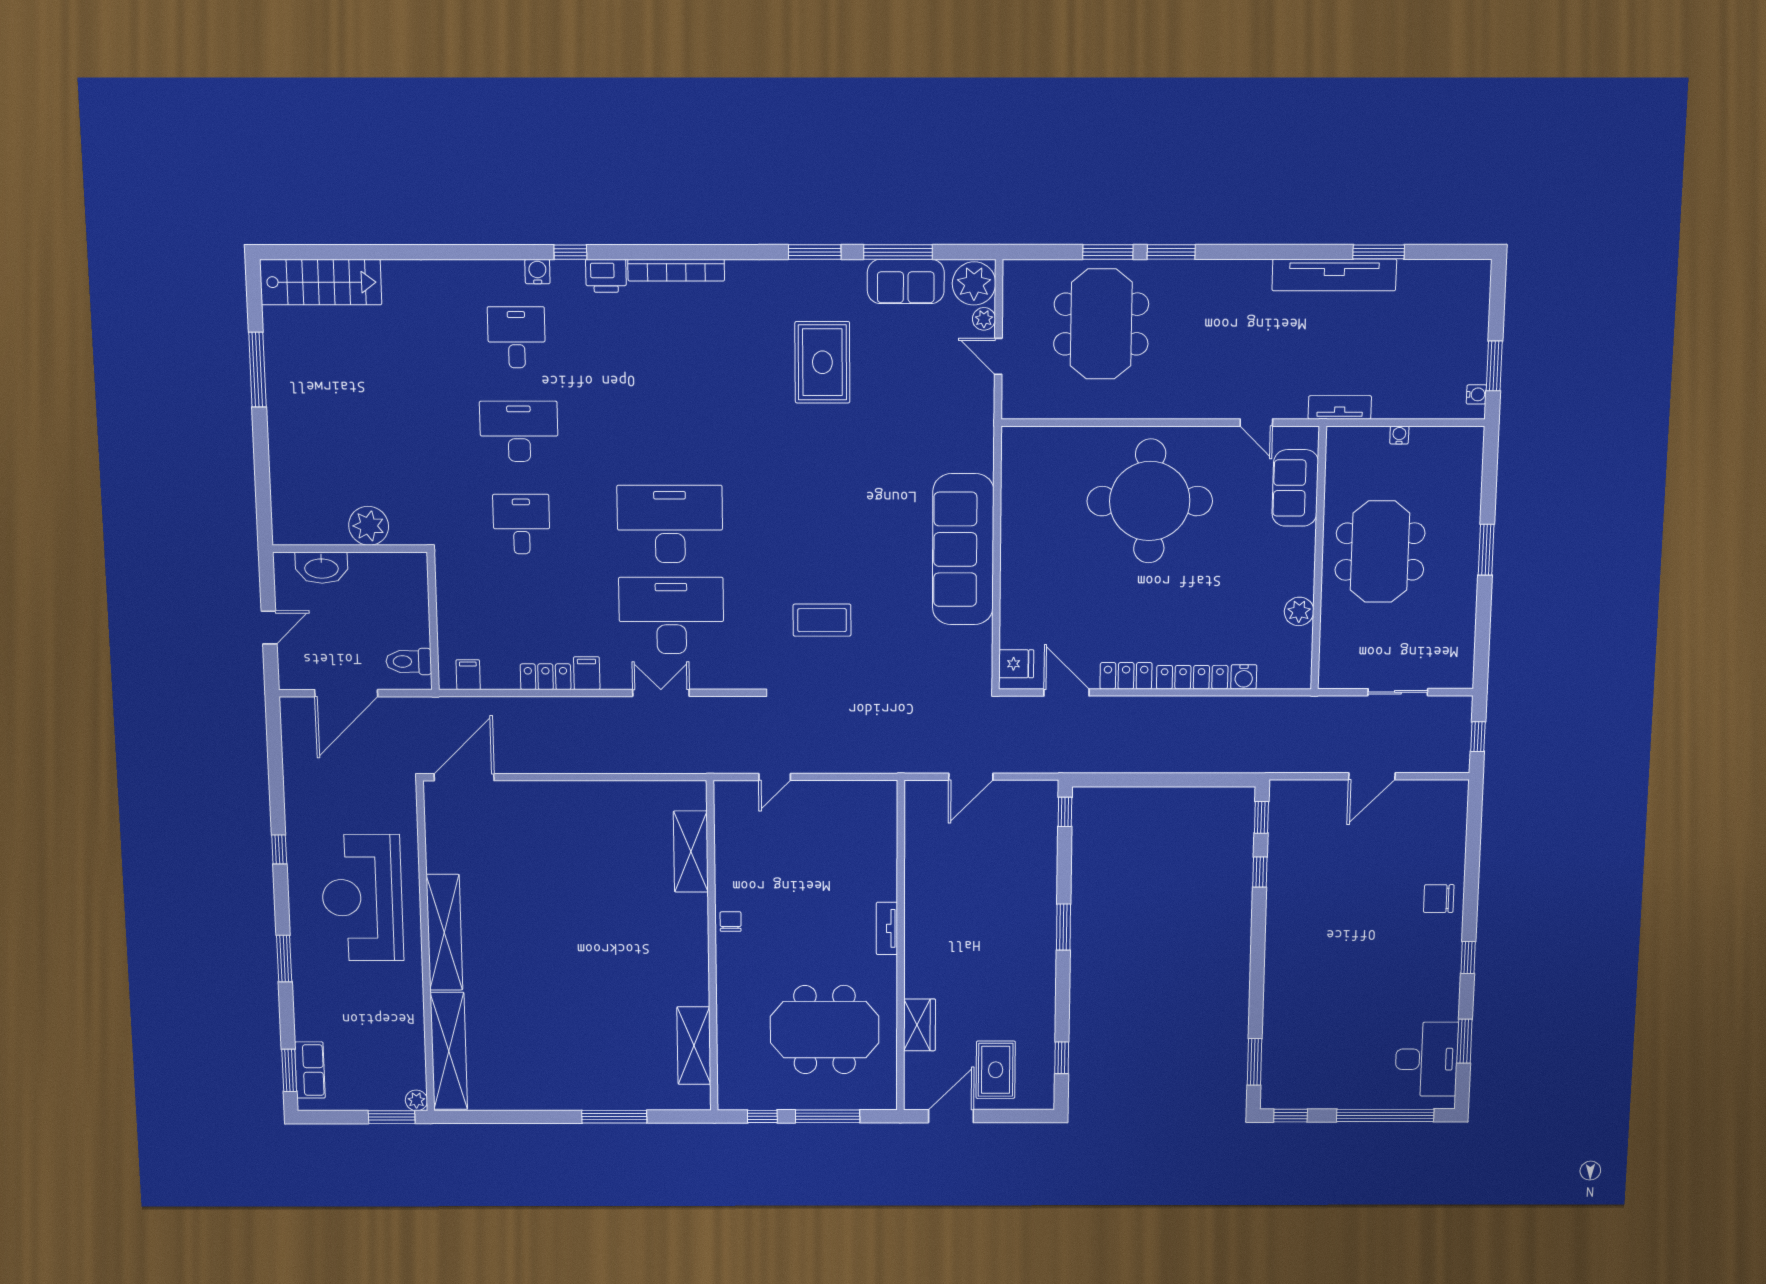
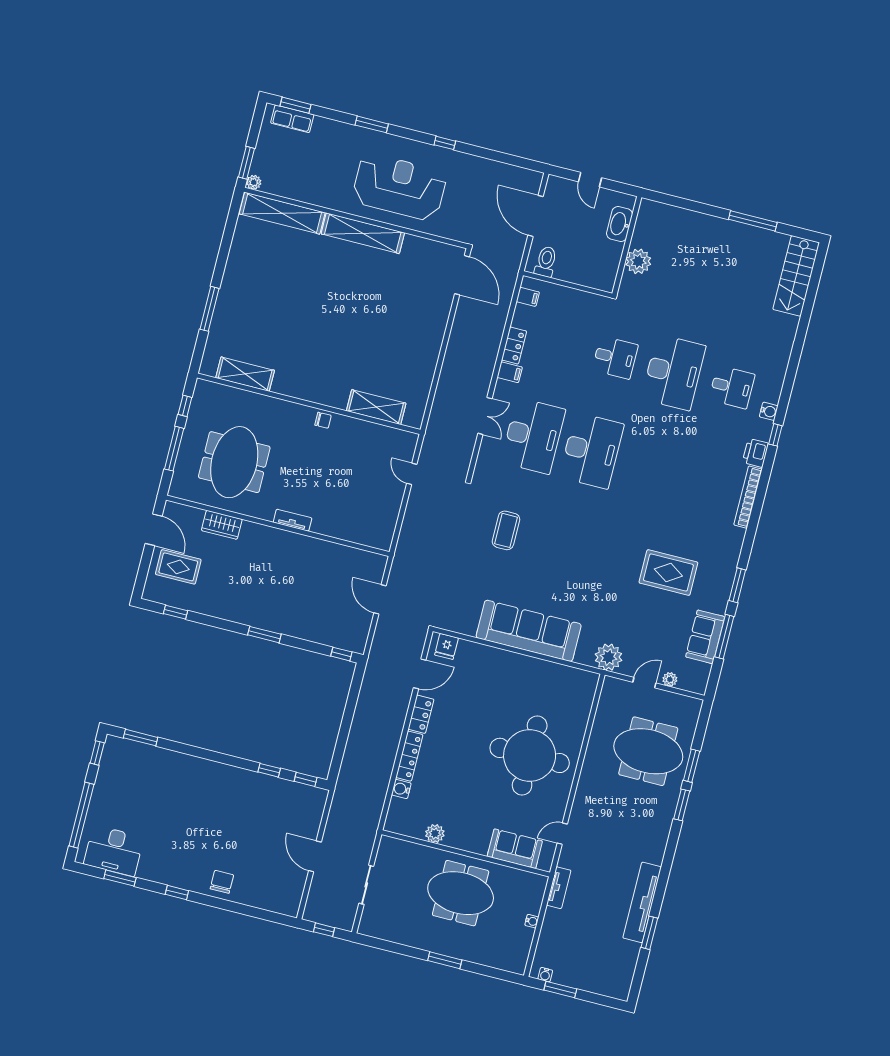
plant: (974, 283) -> (608, 657), moved
desk: (519, 431) -> (673, 372), width x1.36, depth x1.30

